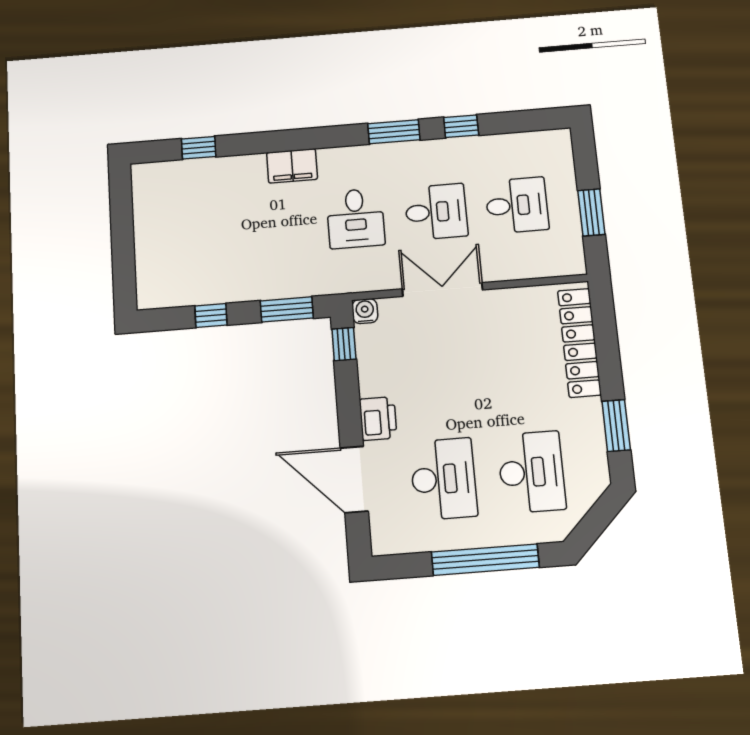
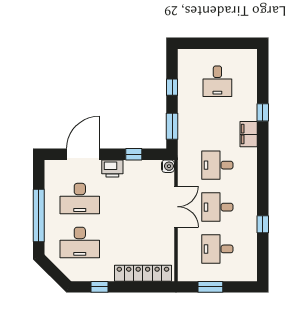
window: (394, 132) -> (263, 189), removed
window: (199, 148) -> (263, 112), moved
desk: (517, 205) -> (217, 249), turned 90
desk: (436, 212) -> (217, 207), turned 90
desk: (195, 231) -> (217, 81), added
window: (344, 344) -> (134, 154), moved
window: (616, 426) -> (100, 287), width x0.67

